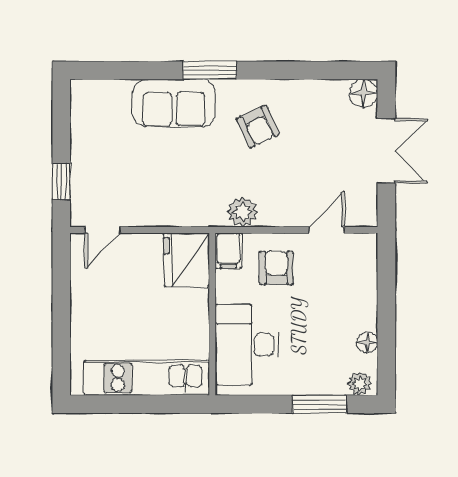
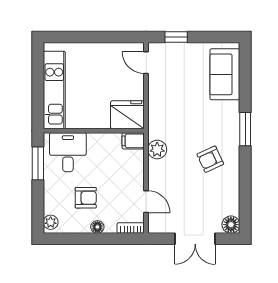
sofa: (174, 103) -> (225, 74), moved
bookcase: (369, 255) -> (131, 228), added
armchair: (276, 268) -> (86, 198), moved
floor lamp: (367, 342) -> (97, 227), moved
desk: (247, 345) -> (68, 152), width x0.73
window: (319, 404) -> (38, 163), moved

